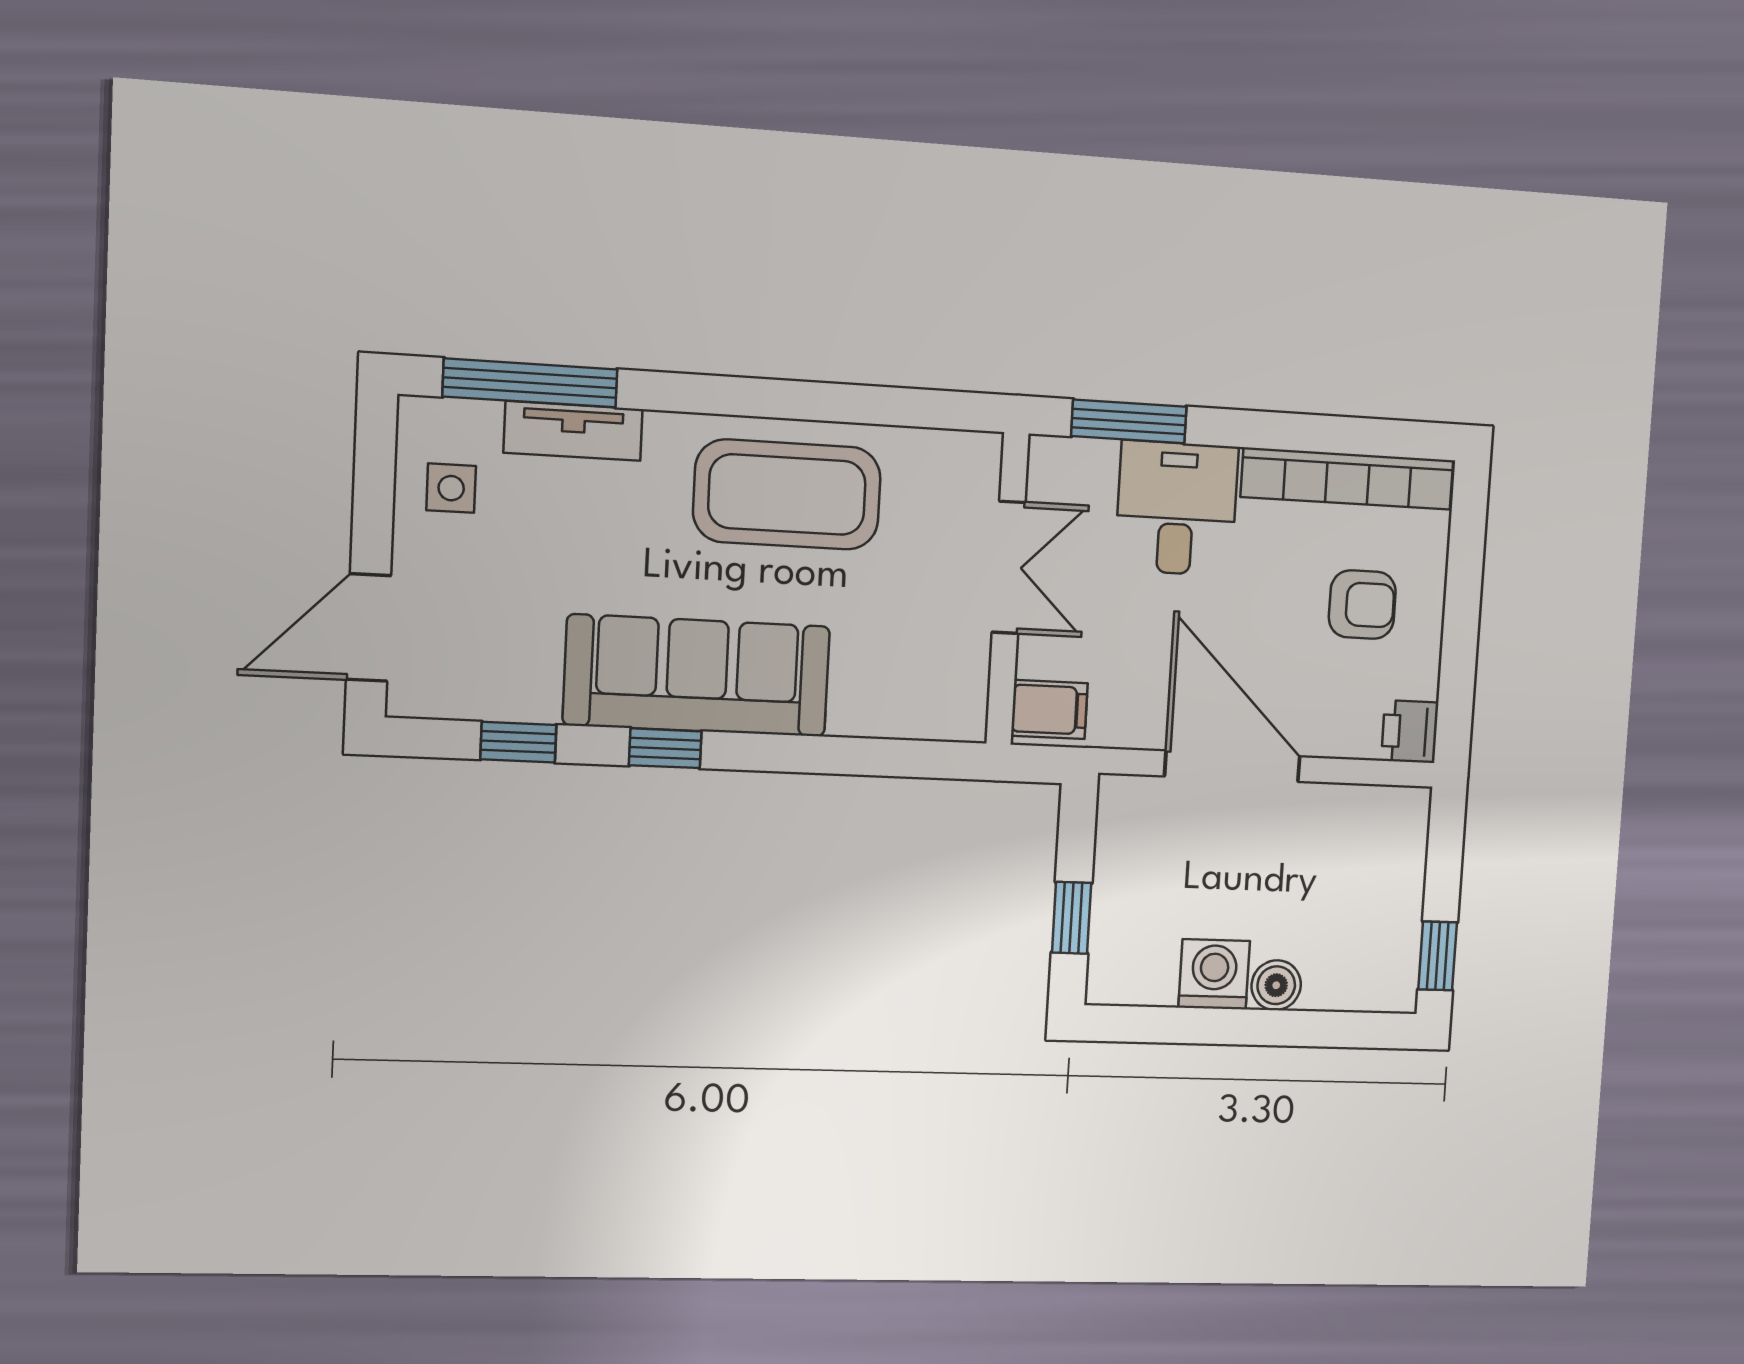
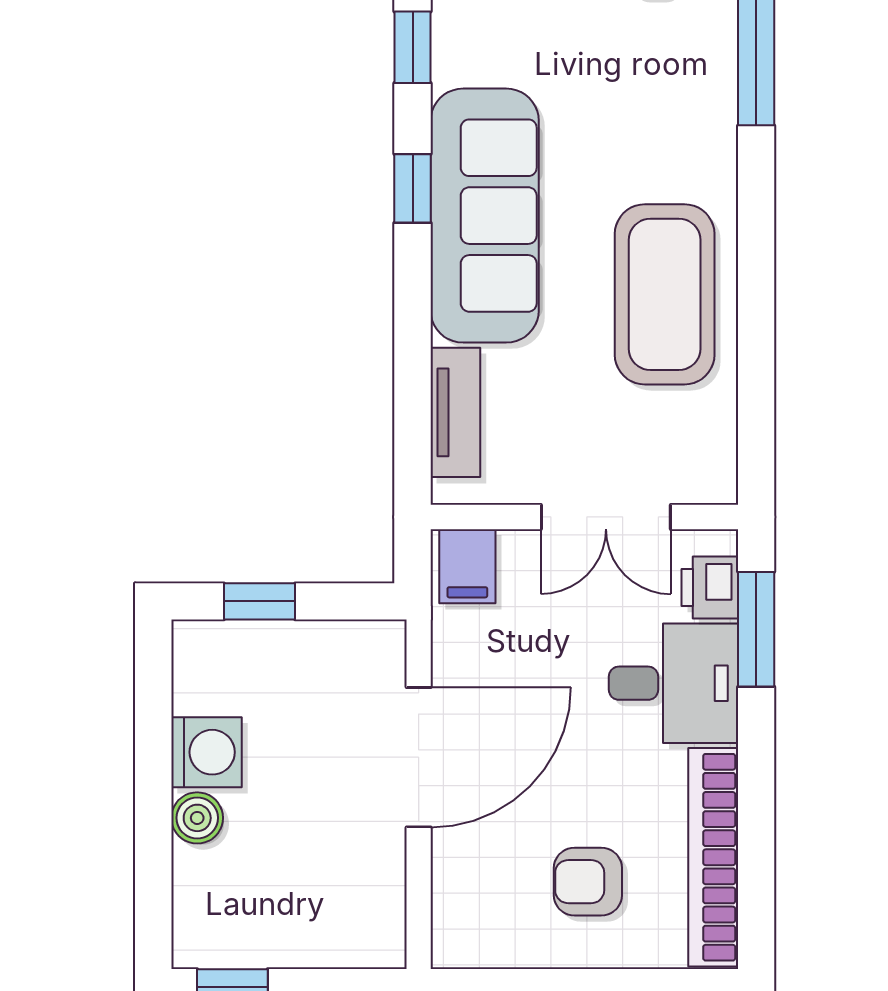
tv unit: (573, 431) -> (455, 412), moved, turned 180
armchair: (1362, 605) -> (588, 882), turned 90
printer: (1410, 732) -> (710, 587), moved, turned -90

